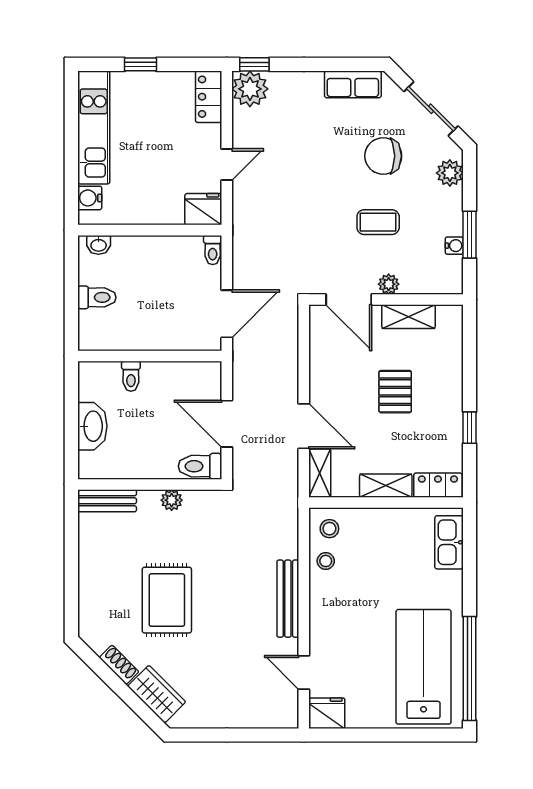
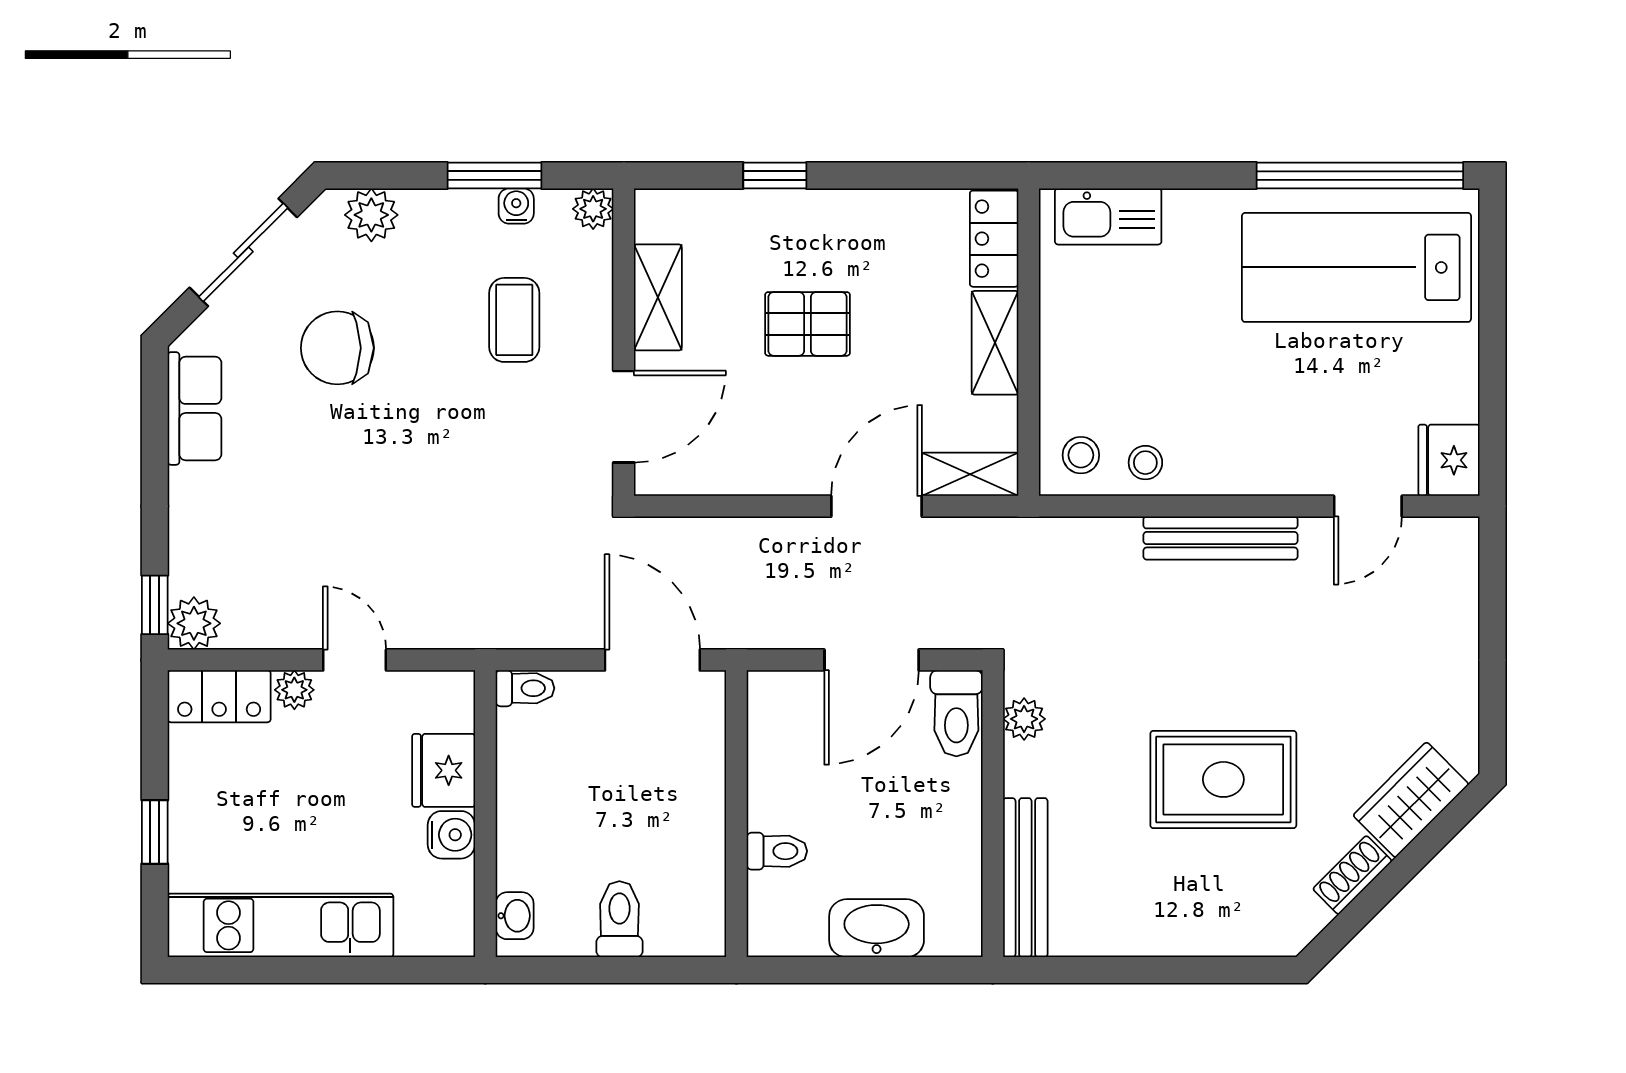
plant: (250, 89) -> (194, 623), width x0.73, depth x0.73
plant: (212, 134) -> (294, 690), added
chair: (383, 156) -> (337, 348), turned 90
water cooler: (90, 198) -> (451, 835), moved, turned -90
fridge: (203, 209) -> (444, 770), moved
coffee table: (378, 222) -> (514, 320), moved
plant: (389, 284) -> (593, 209), moved
window: (470, 428) -> (775, 176), moved
plant: (172, 500) -> (1024, 719), moved
bench: (107, 501) -> (1025, 878), width x1.36

